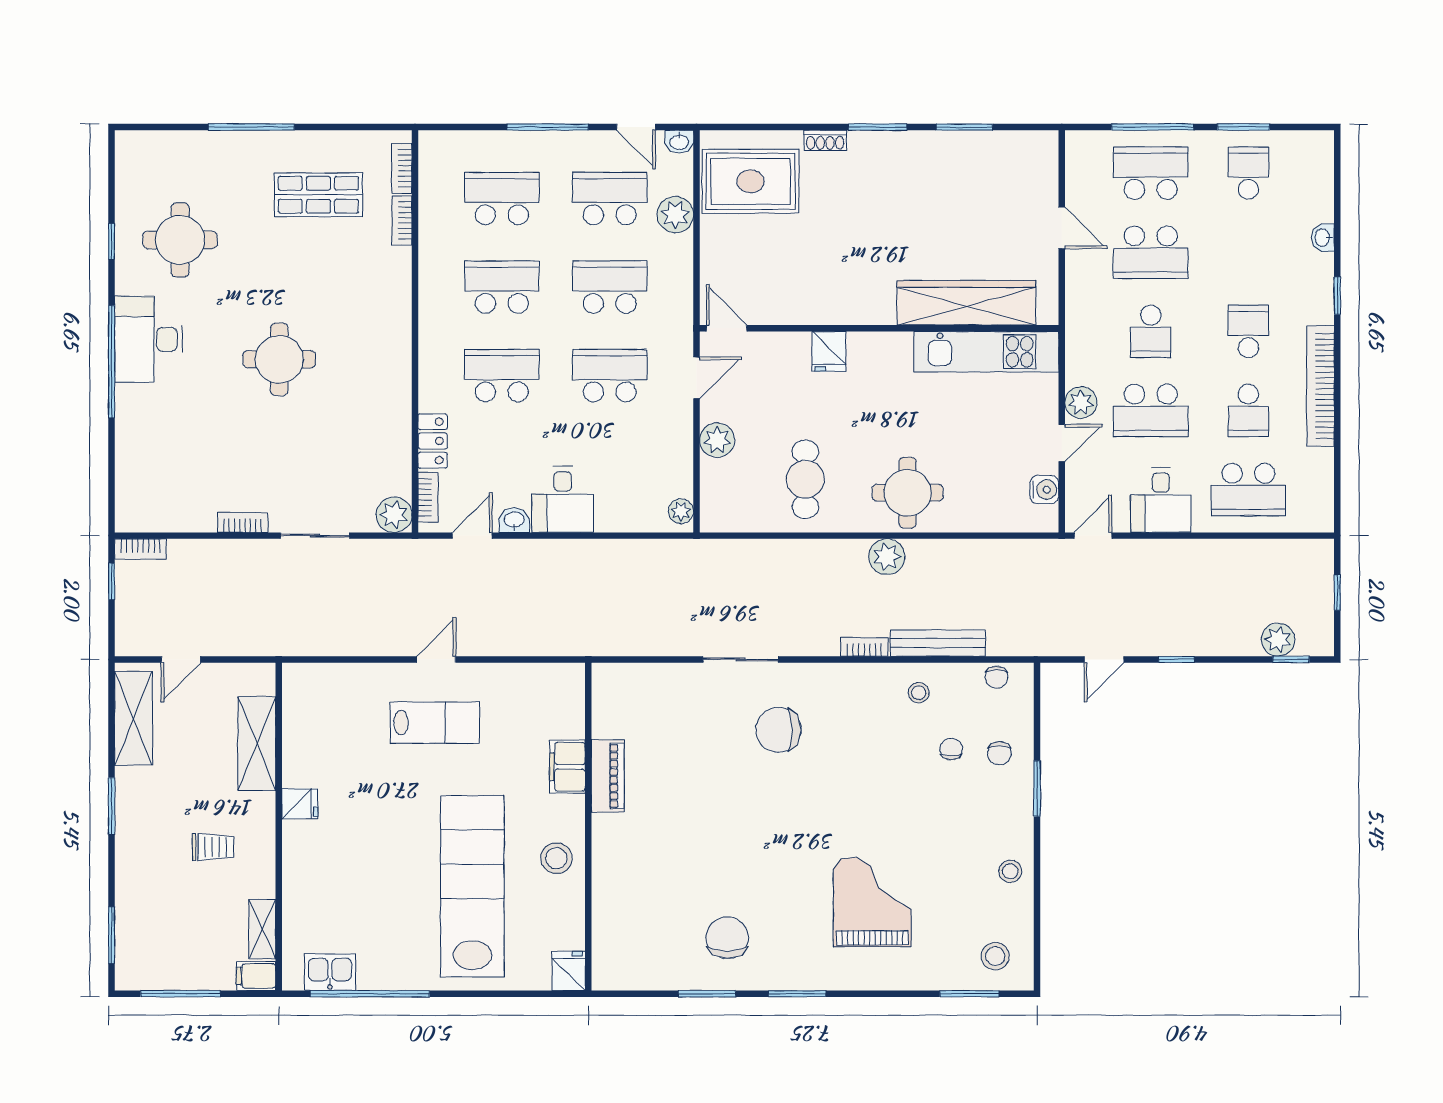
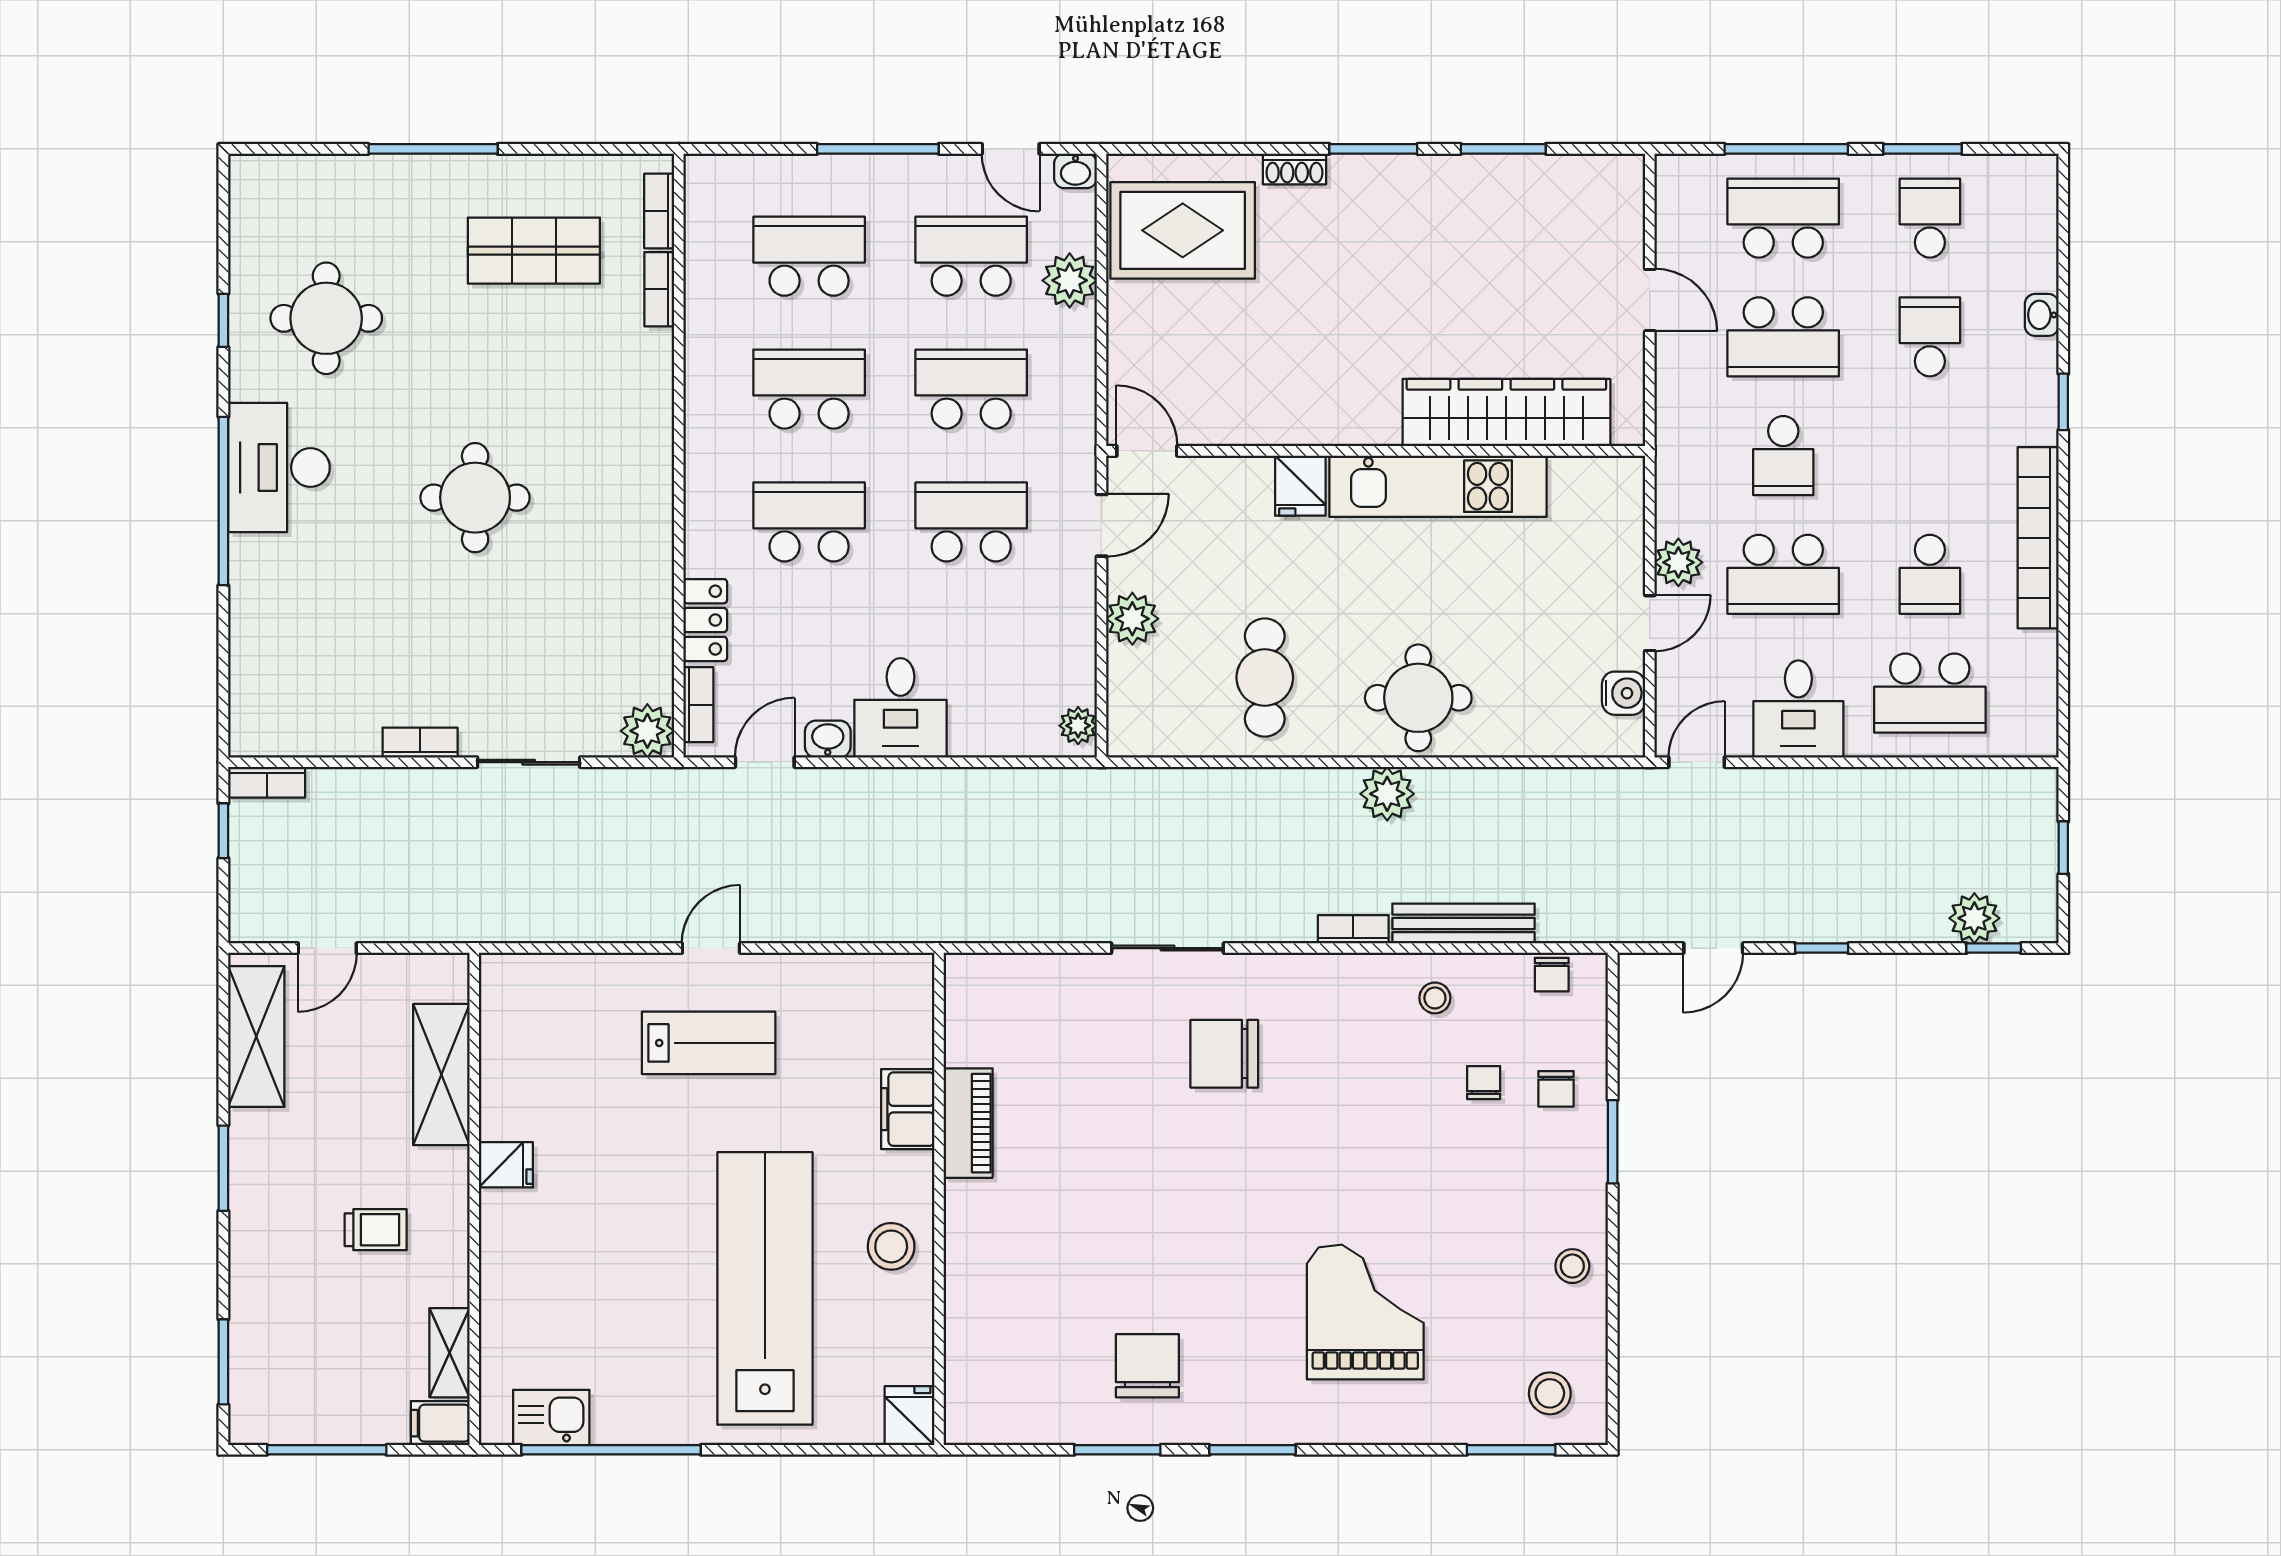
school desk: (1248, 331) -> (1930, 337), moved
kitchen unit: (986, 352) -> (1438, 486), moved

